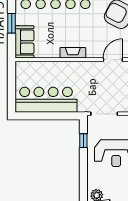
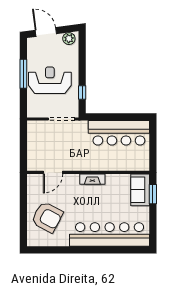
window: (12, 23) -> (153, 194), moved

